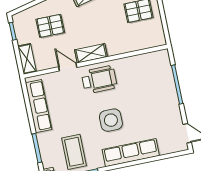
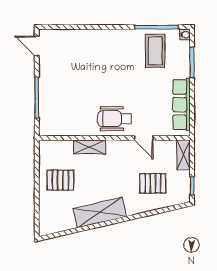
shelving: (91, 53) -> (90, 147), moved
side table: (111, 120) -> (111, 75), removed
row of seats: (131, 153) -> (98, 38), removed

